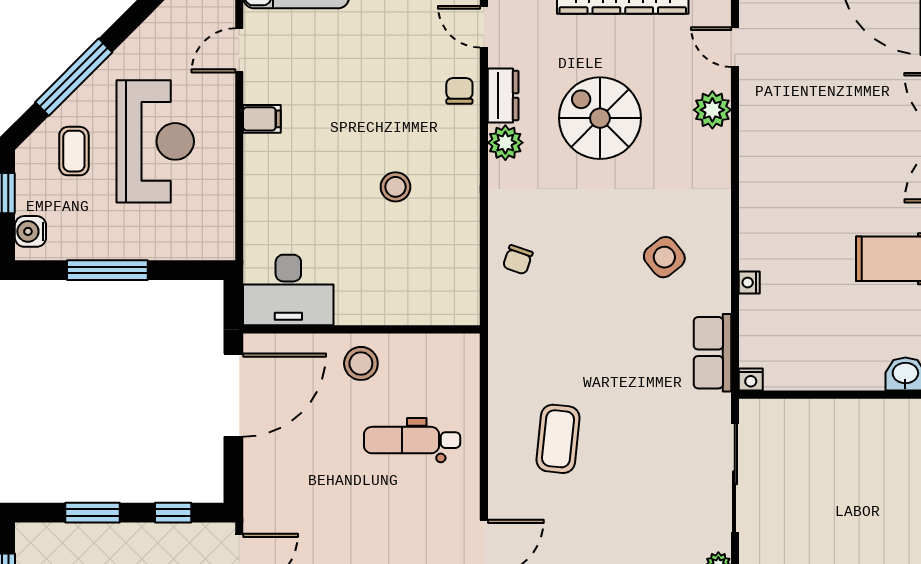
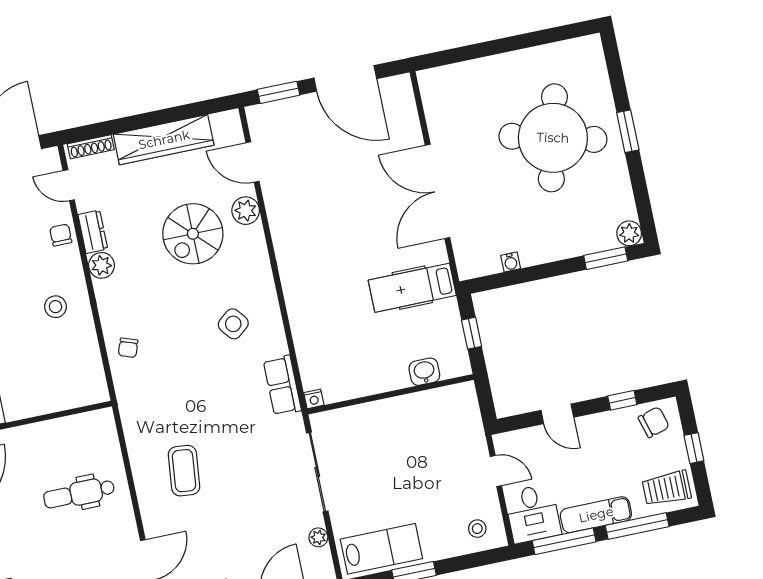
door: (735, 47) -> (253, 162), width x1.38
spiral stairs: (600, 118) -> (193, 234), moved, turned -90
stool: (395, 187) -> (55, 307), moved
nightstand: (749, 283) -> (298, 329), removed
stool: (361, 363) -> (31, 446), removed

